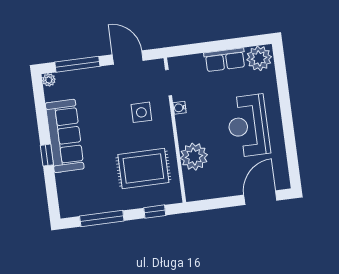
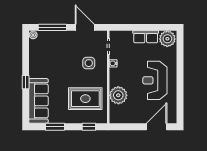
sofa: (65, 136) -> (38, 101), moved
window: (102, 218) -> (55, 127), width x0.69

